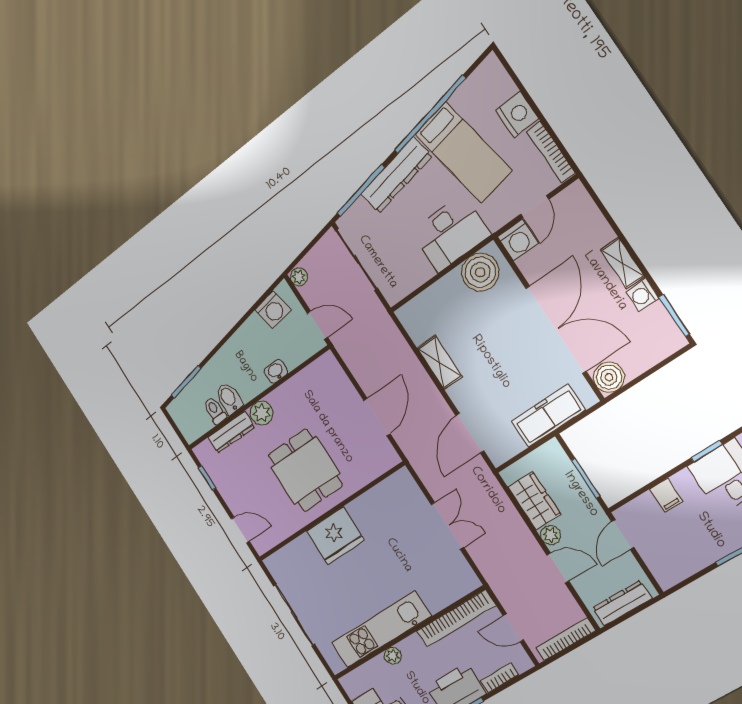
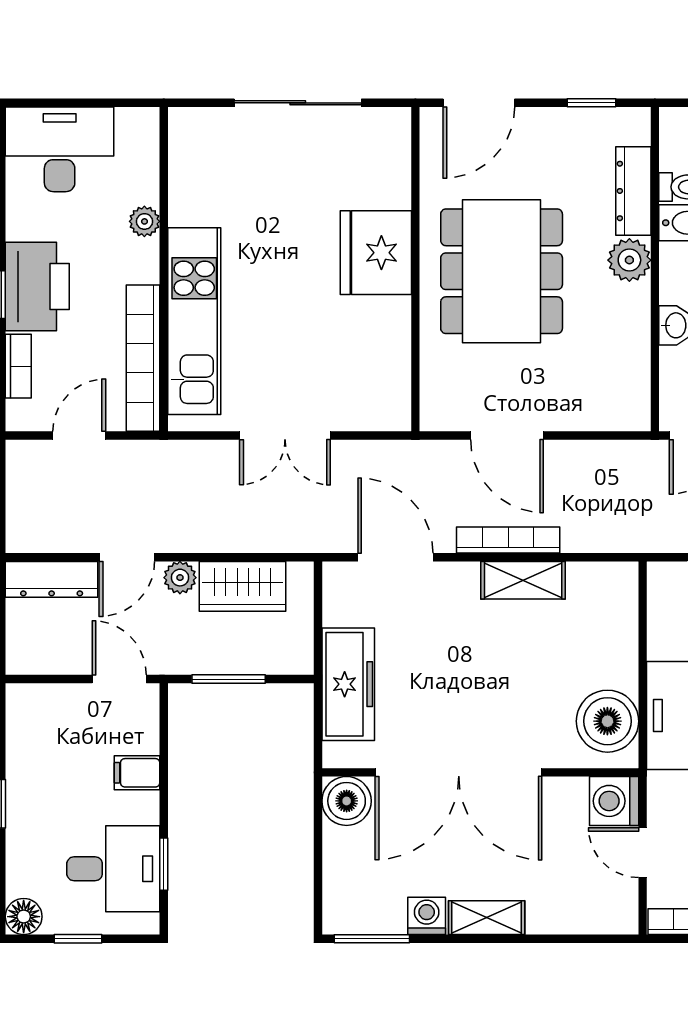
dining table: (305, 470) -> (502, 271), width x1.38
door: (240, 530) -> (479, 103), width x1.38
dresser: (622, 603) -> (52, 579), moved, turned 90
kitchen unit: (381, 630) -> (194, 321), moved
bookcase: (566, 639) -> (508, 540), moved, turned -90

